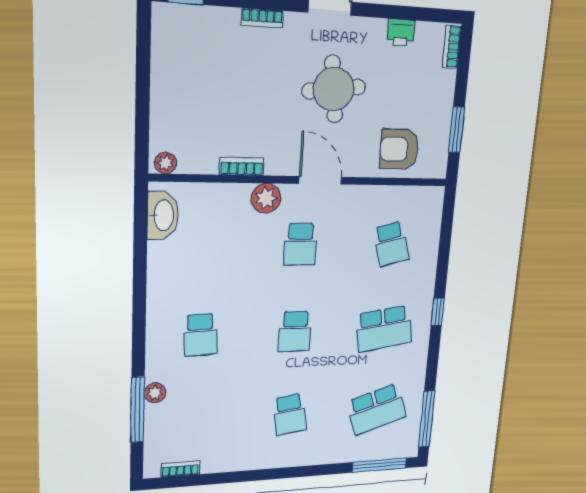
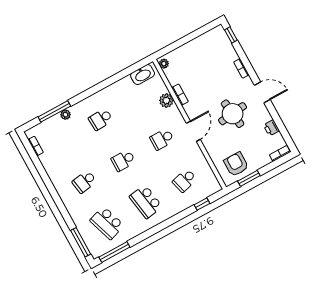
armchair: (399, 149) -> (236, 164), moved
plant: (266, 198) -> (166, 101), moved
window: (438, 312) -> (202, 204), moved

